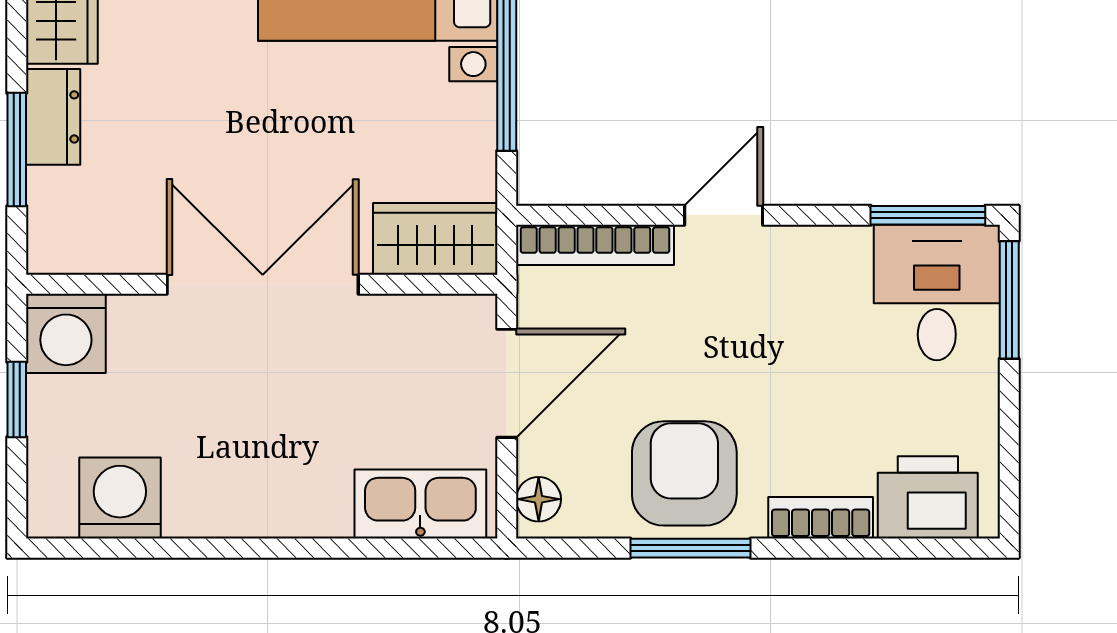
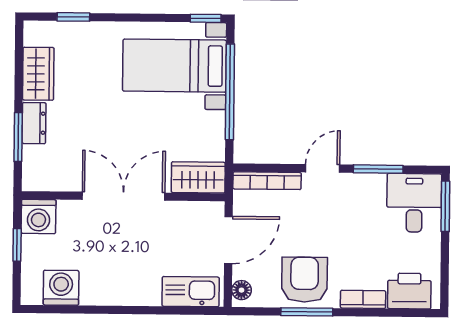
window: (928, 215) -> (378, 169), moved

